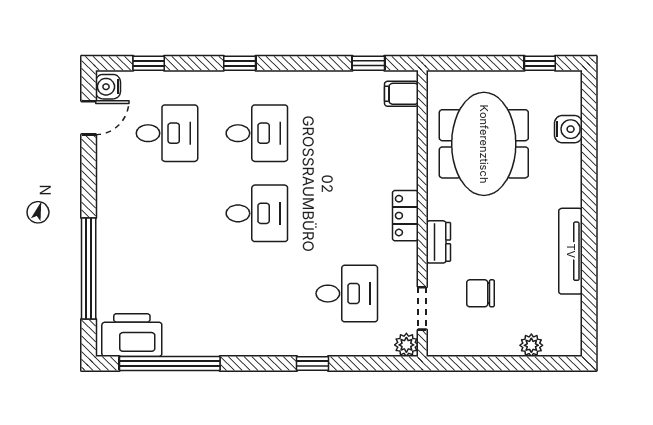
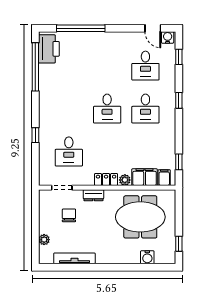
filing cabinet: (400, 135) -> (145, 177), added
tv unit: (571, 251) -> (74, 258), moved
plant: (406, 345) -> (125, 180), moved

